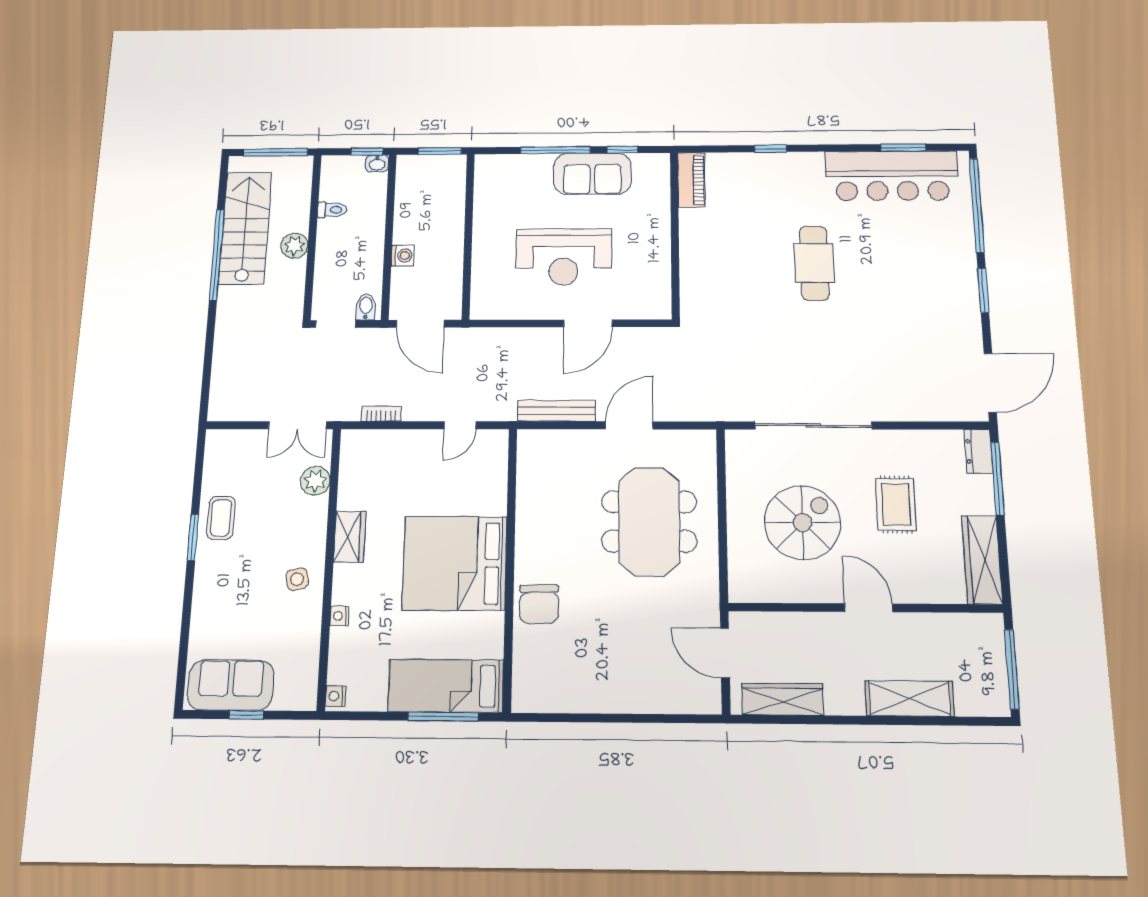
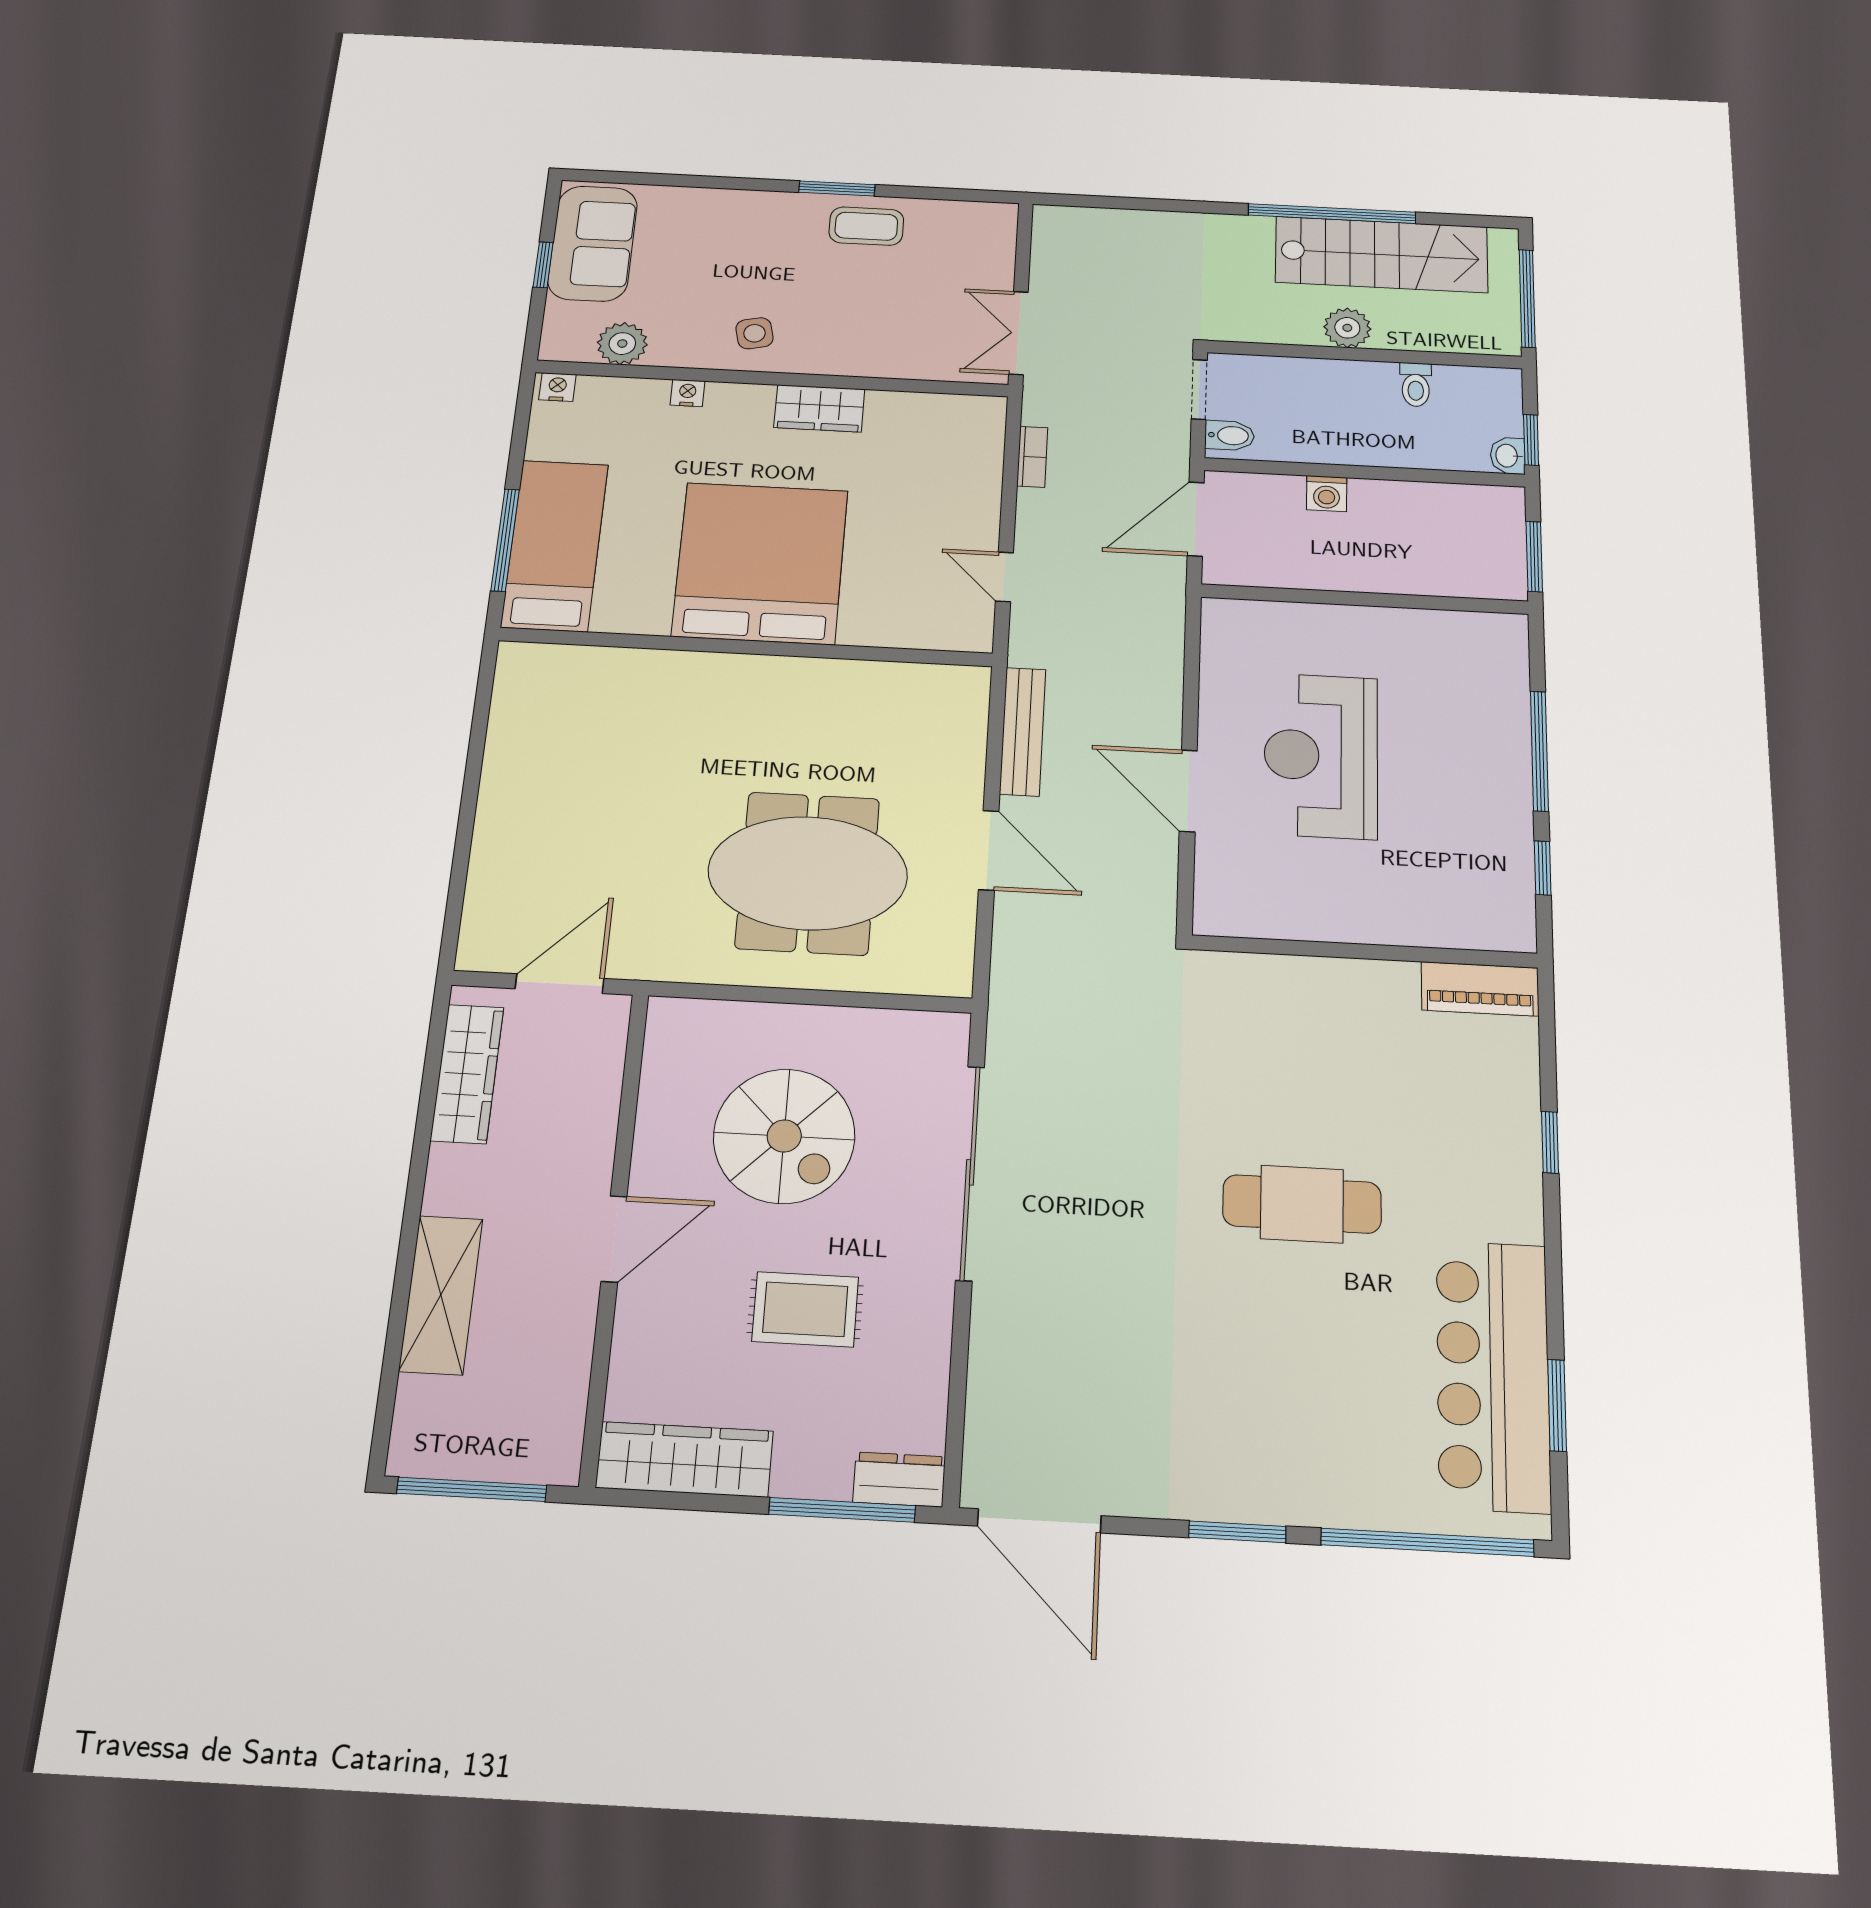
sofa: (592, 174) -> (1491, 813), removed
plant: (315, 481) -> (622, 344), moved
chair: (539, 604) -> (677, 690), removed

